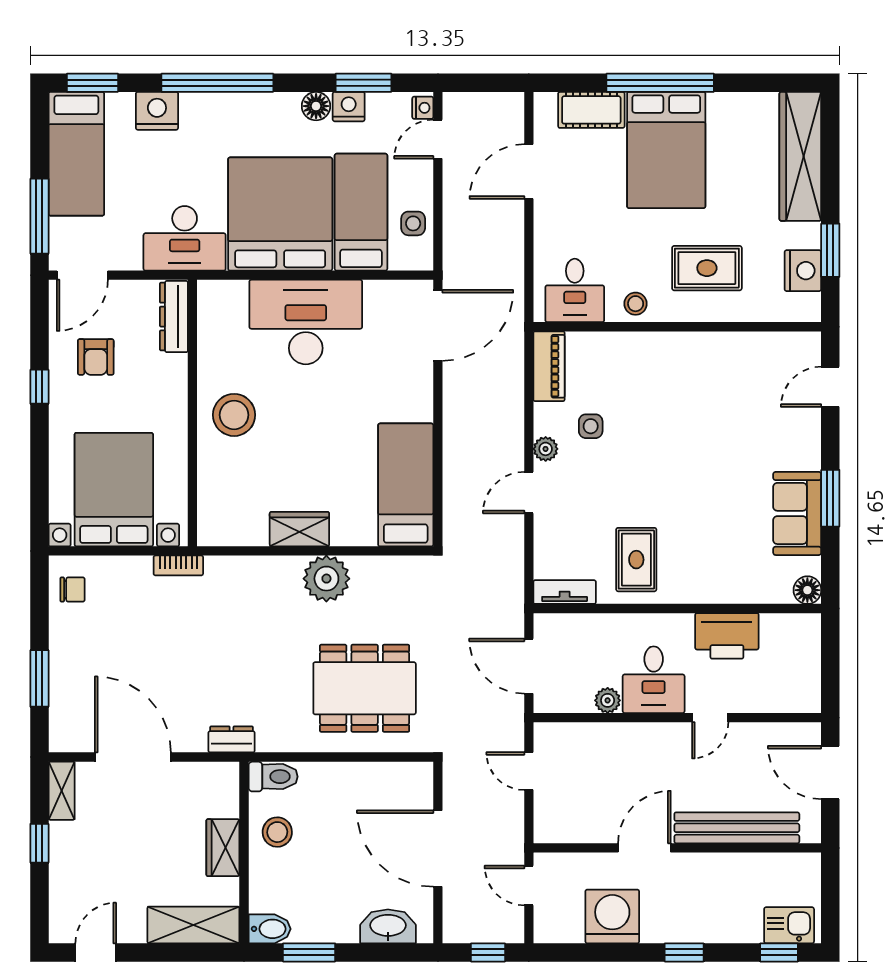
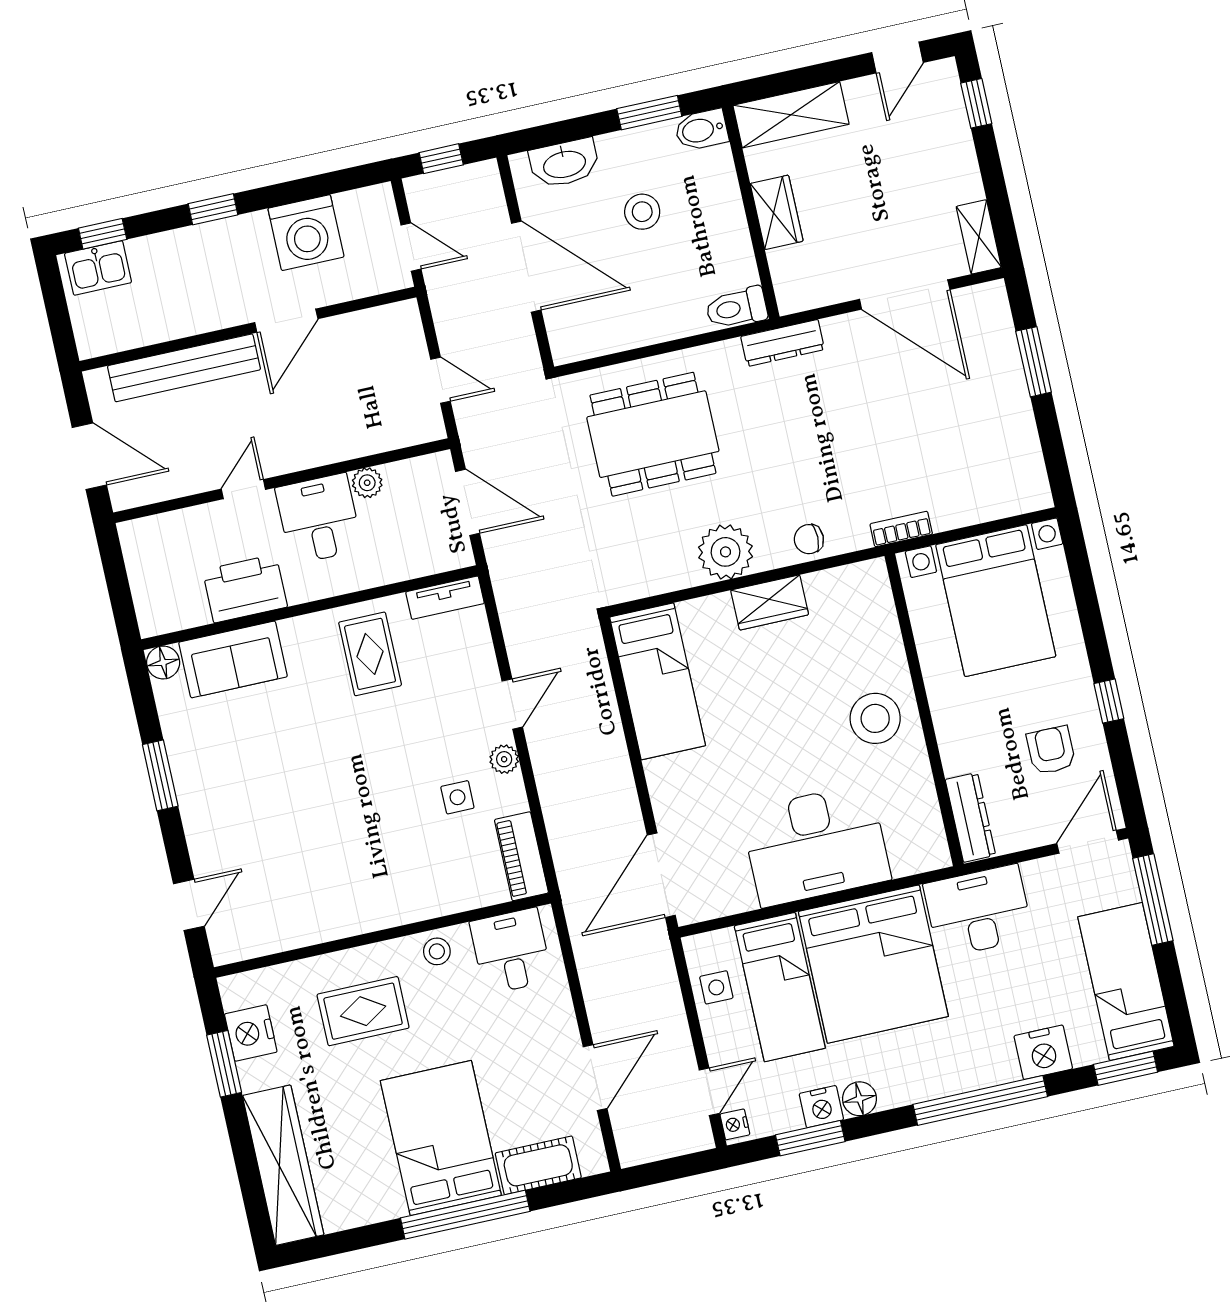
sofa: (797, 513) -> (233, 659), moved, turned 90
chair: (72, 589) -> (809, 539), moved
dresser: (232, 739) -> (783, 343), width x1.44
stool: (277, 832) -> (642, 212), moved
window: (39, 843) -> (976, 103), moved

